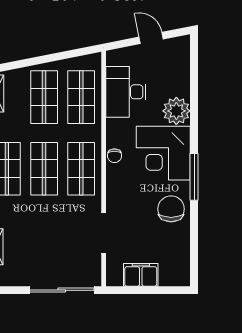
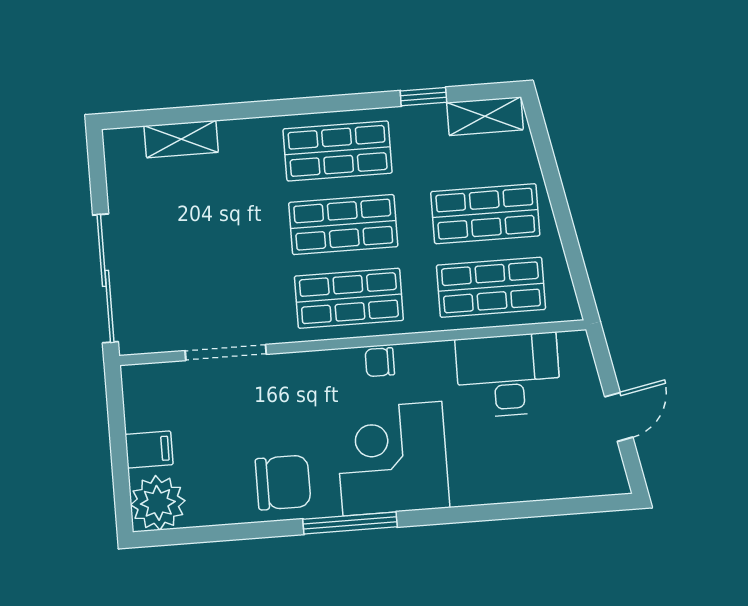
plant: (176, 111) -> (158, 503), moved
filing cabinet: (141, 275) -> (149, 450), width x0.50

